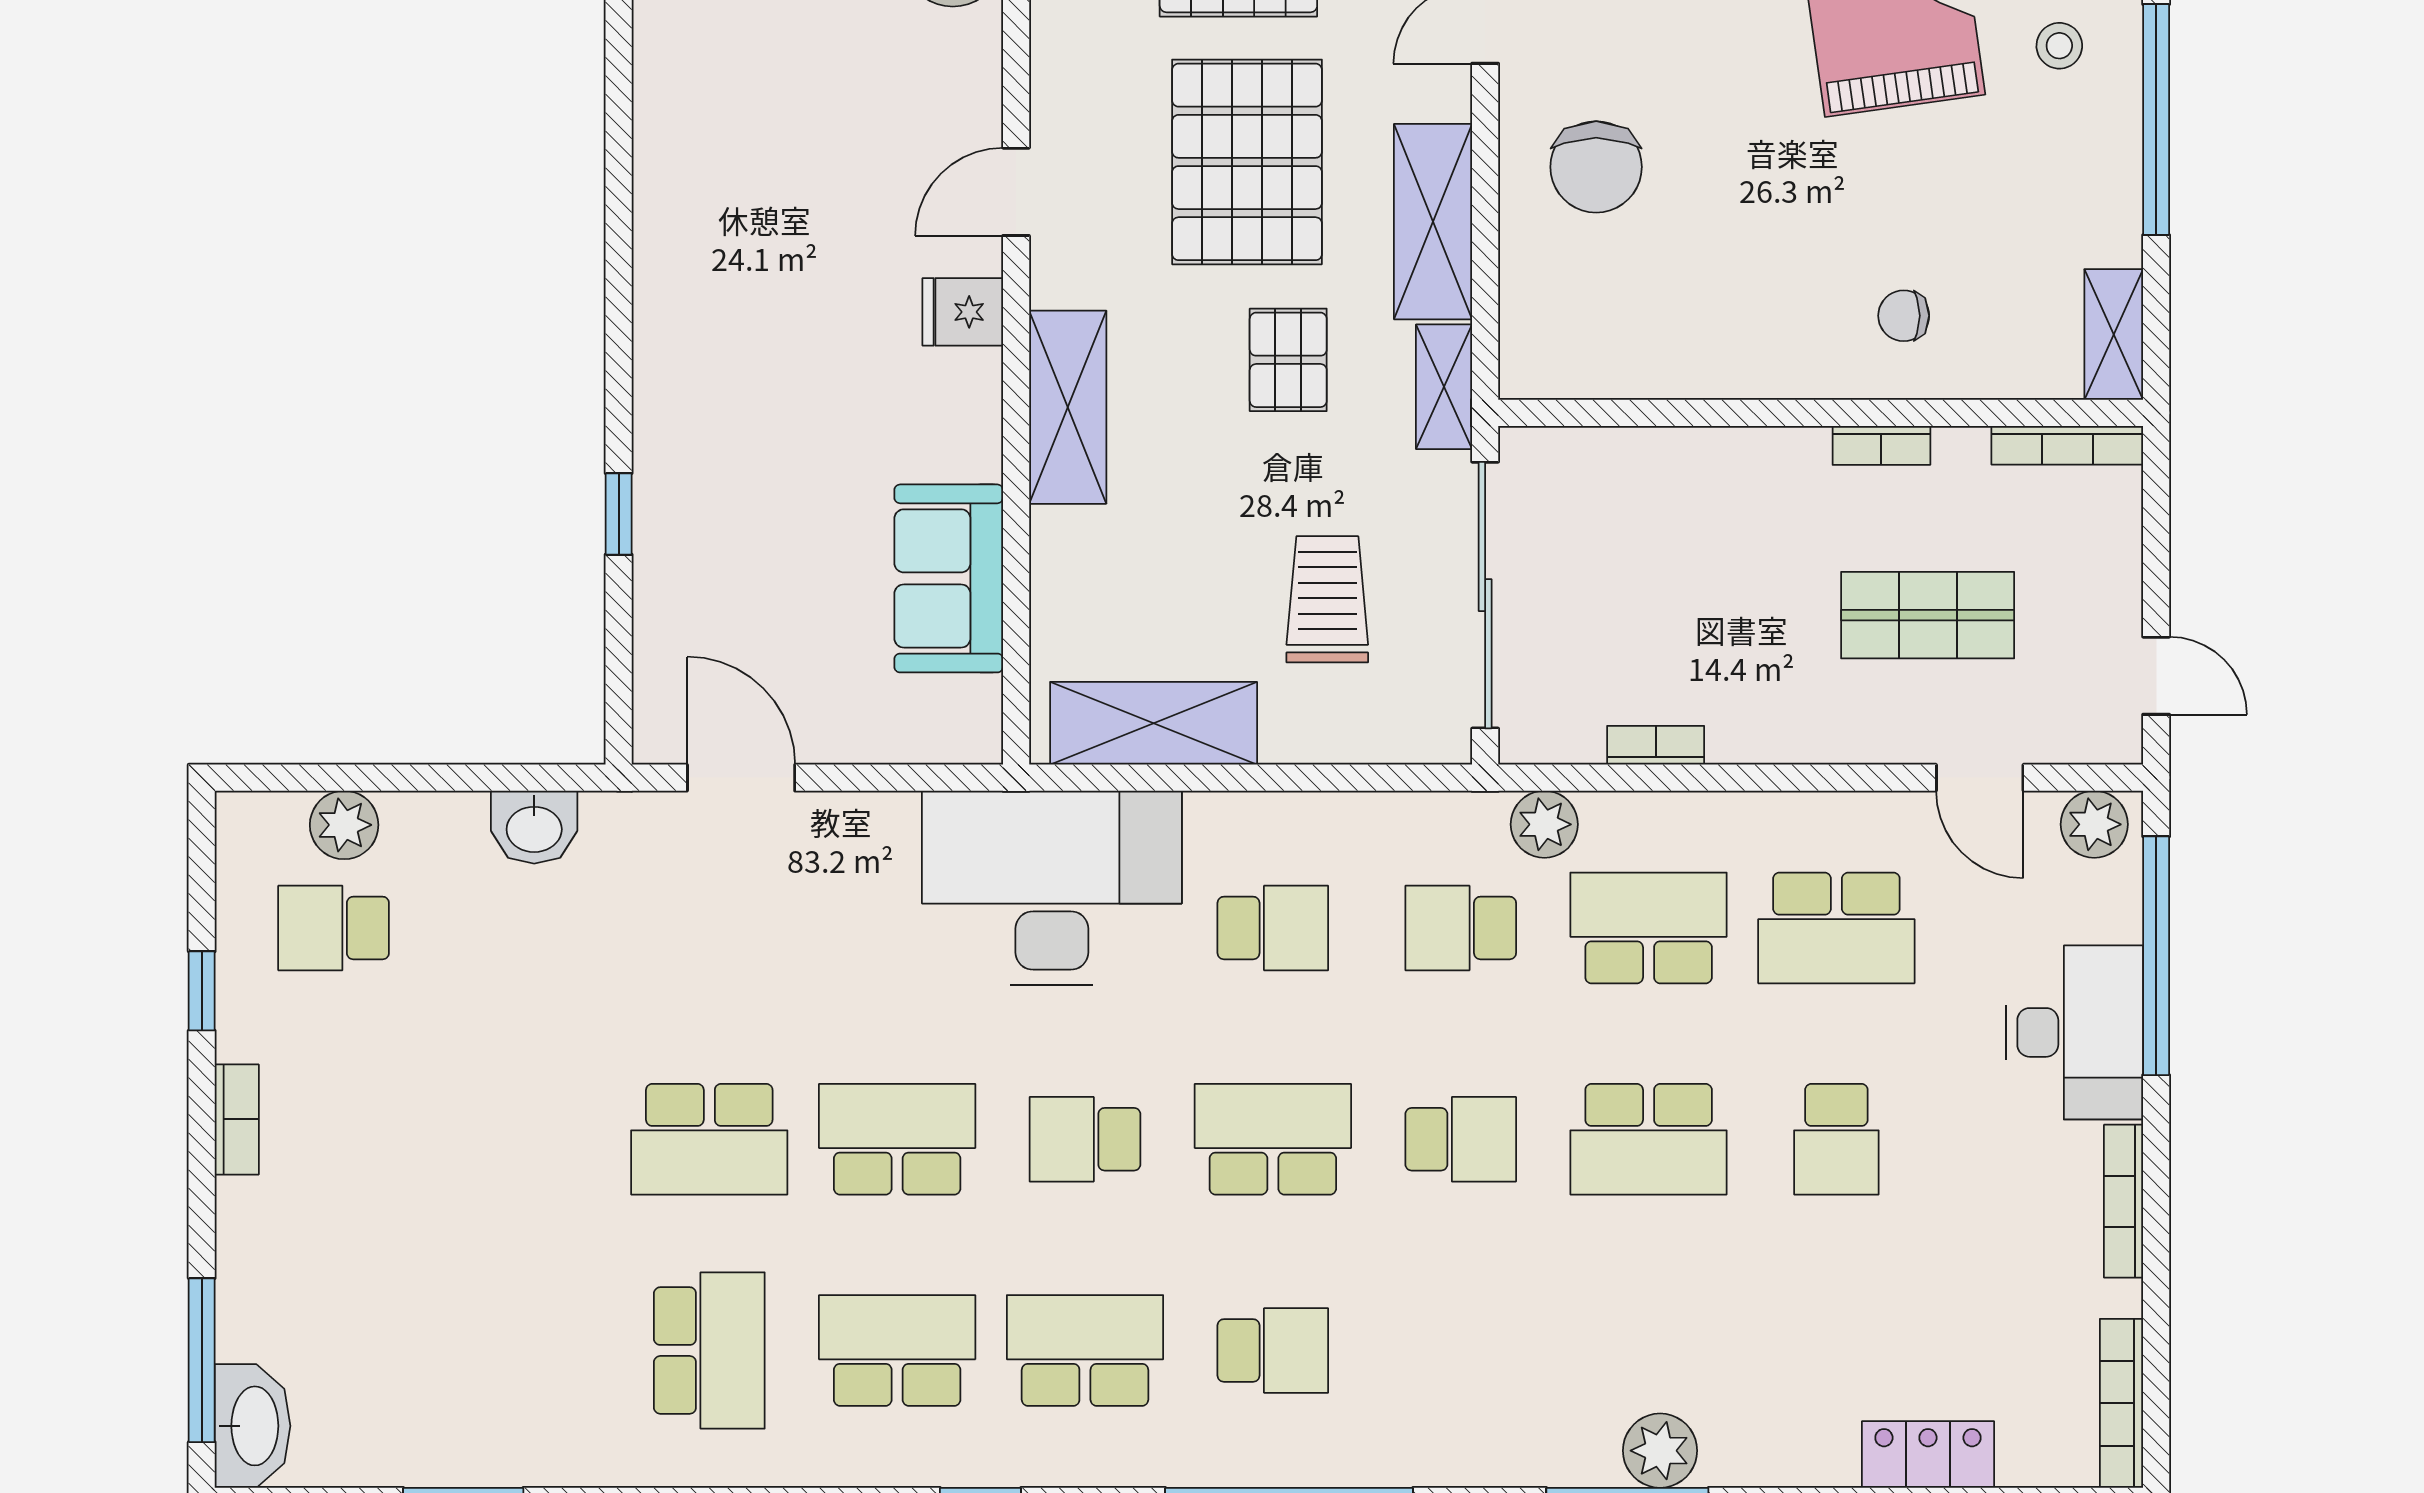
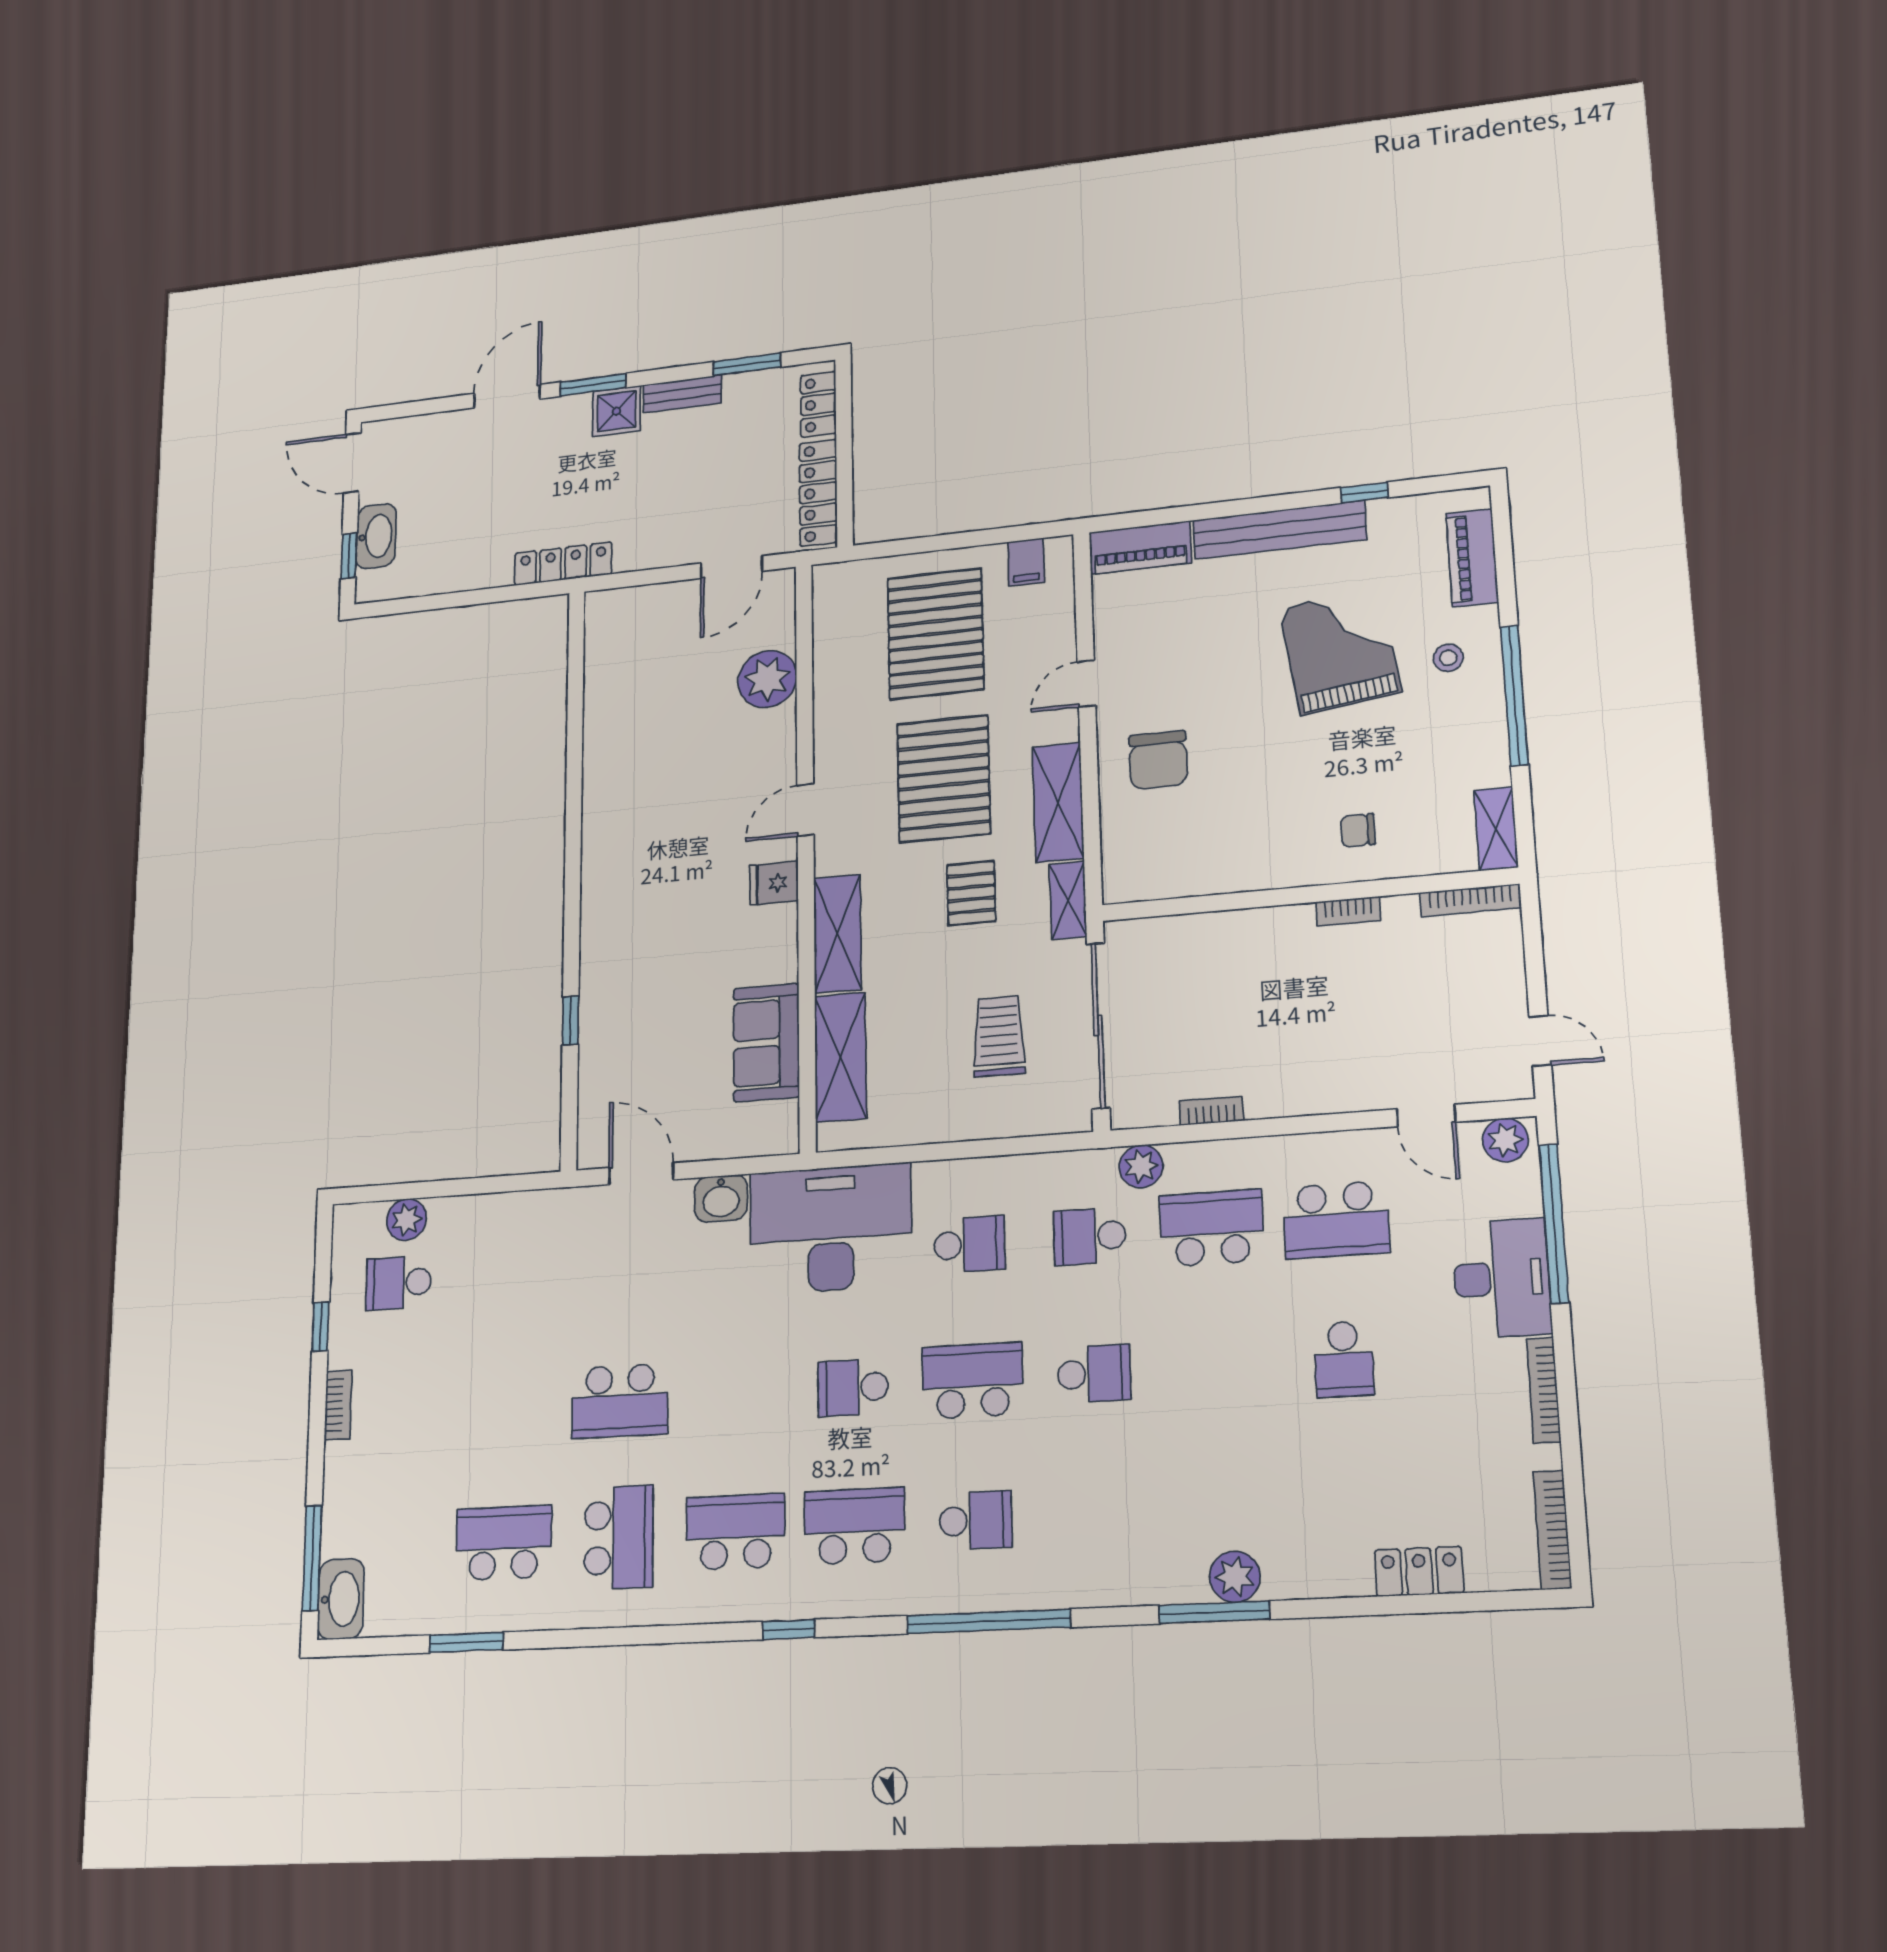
shop shelf: (1928, 615) -> (1385, 1015), removed
shelving: (1154, 723) -> (840, 1057), moved, turned 90
washbasin: (534, 827) -> (721, 1198), moved
school desk: (897, 1139) -> (504, 1543), moved
school desk: (1649, 1139) -> (1218, 1367), removed

